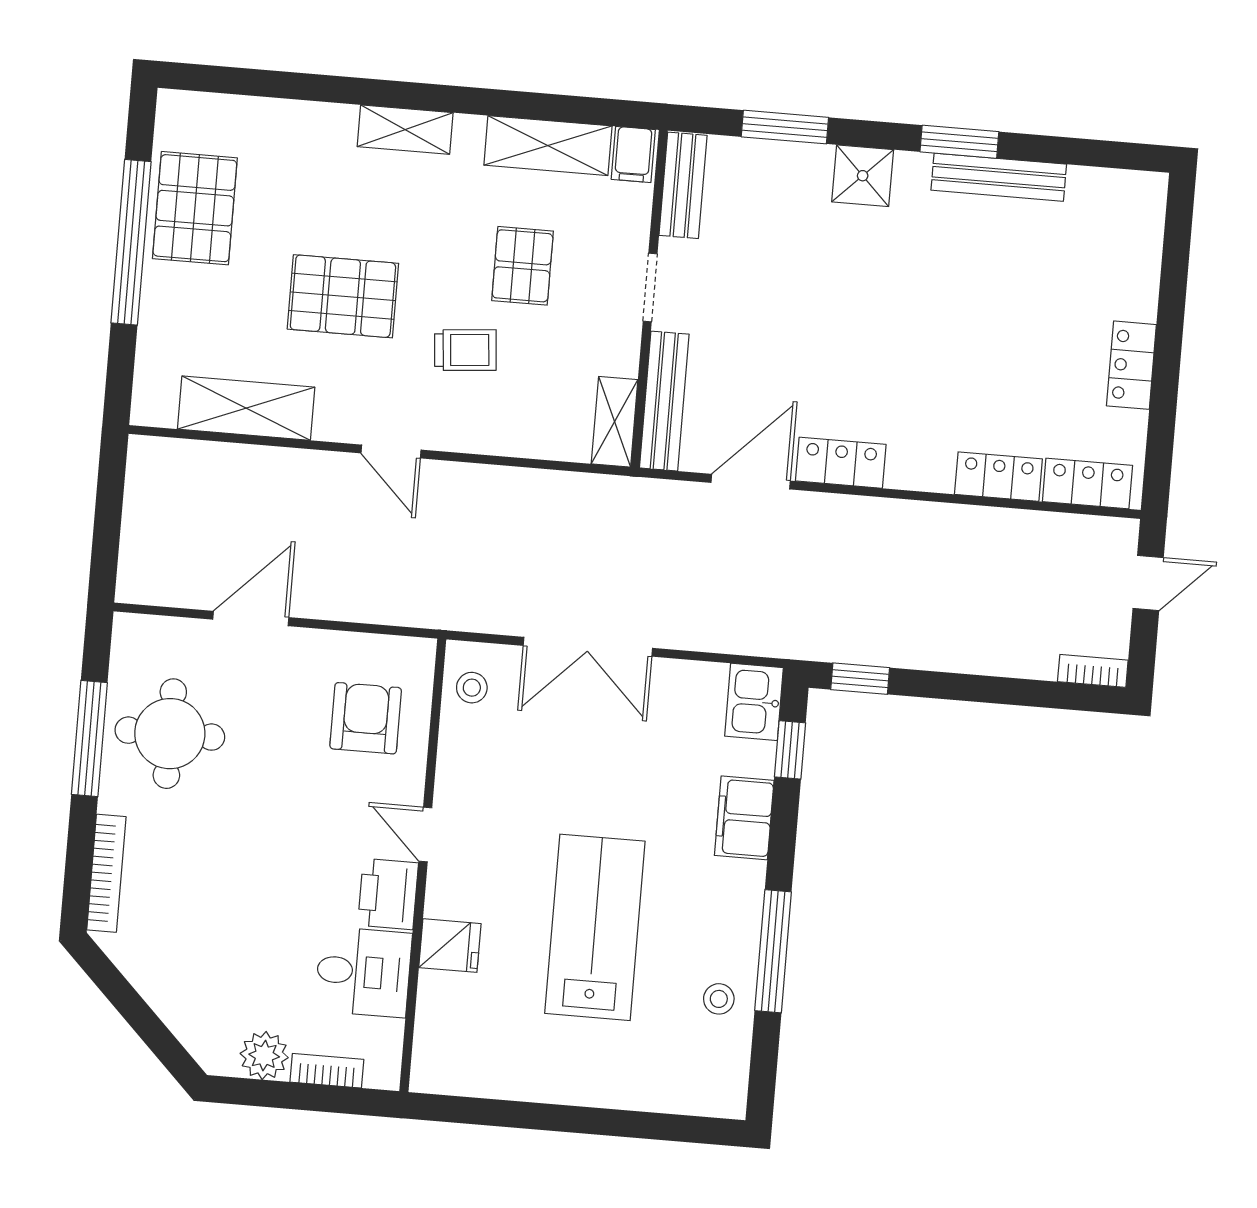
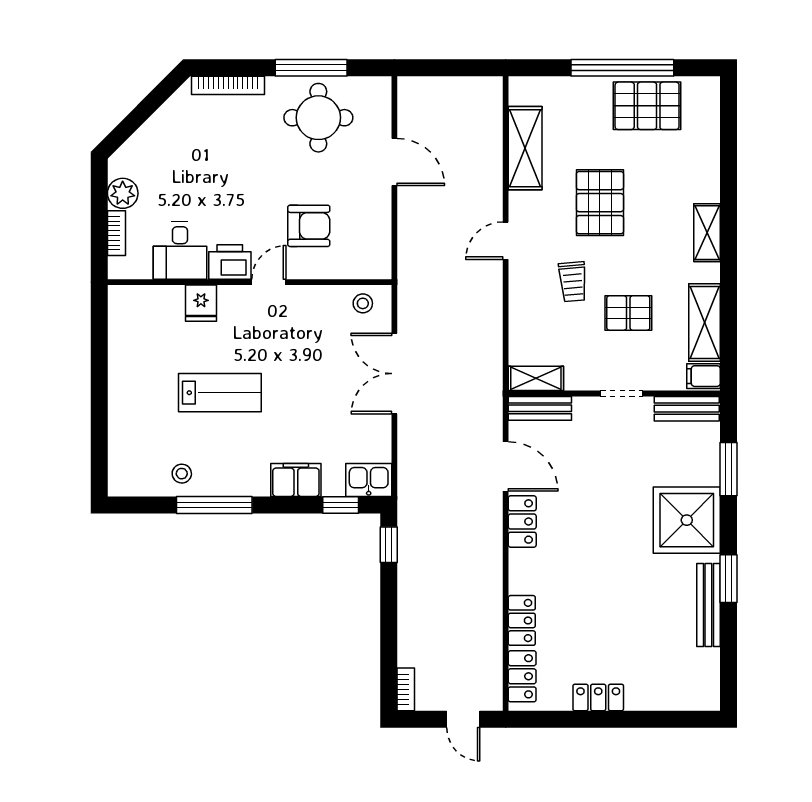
shower: (863, 176) -> (687, 520), width x1.86, depth x1.86
bench: (664, 401) -> (540, 408), width x0.73
armchair: (366, 718) -> (309, 226), moved
lab bench: (595, 927) -> (220, 393), width x0.73, depth x0.72

